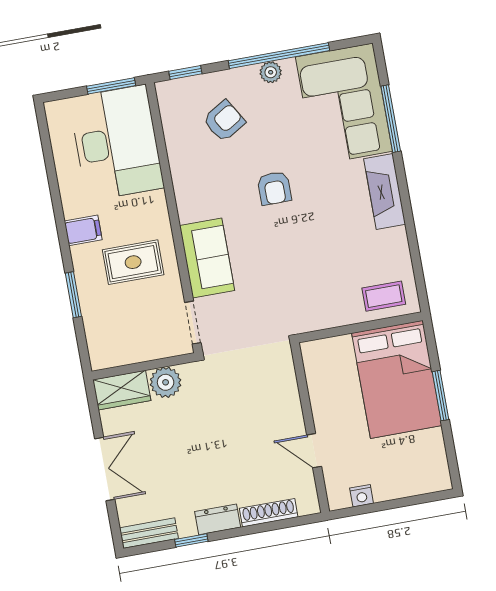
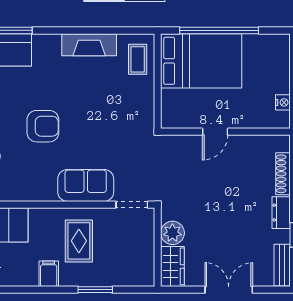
armchair: (274, 188) -> (43, 126), width x1.38, depth x1.38
fireplace: (385, 192) -> (89, 45), moved
window: (440, 396) -> (219, 30), width x2.11
door: (314, 451) -> (215, 132), moved

